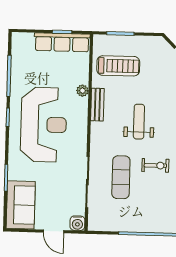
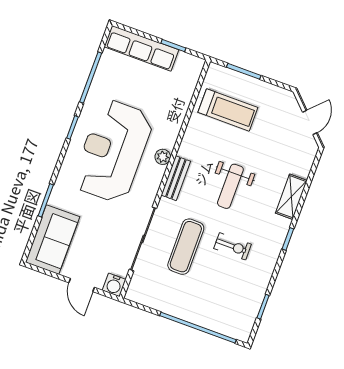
row of seats: (62, 42) -> (141, 48), moved
plant: (82, 91) -> (163, 157), moved
bench: (97, 105) -> (176, 178), moved
weight bench: (139, 122) -> (230, 186), turned 180
reception desk: (44, 125) -> (113, 151), turned 180

